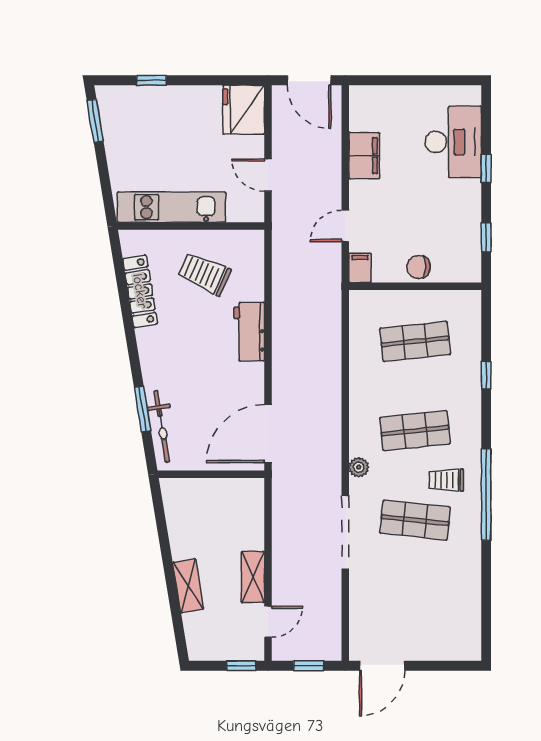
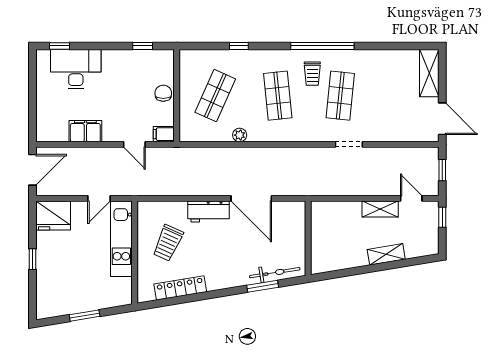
window: (151, 80) -> (33, 259), moved
window: (95, 121) -> (85, 316), moved
window: (486, 169) -> (59, 46), moved
kitchen unit: (171, 207) -> (121, 239), moved
chair: (418, 267) -> (163, 93), turned 180
shop shelf: (415, 341) -> (215, 96), turned 30
door: (268, 434) -> (251, 198), moved
plant: (359, 467) -> (240, 135), moved
doorway: (345, 532) -> (349, 144), width x0.53
shelving: (447, 647) -> (429, 73), added

